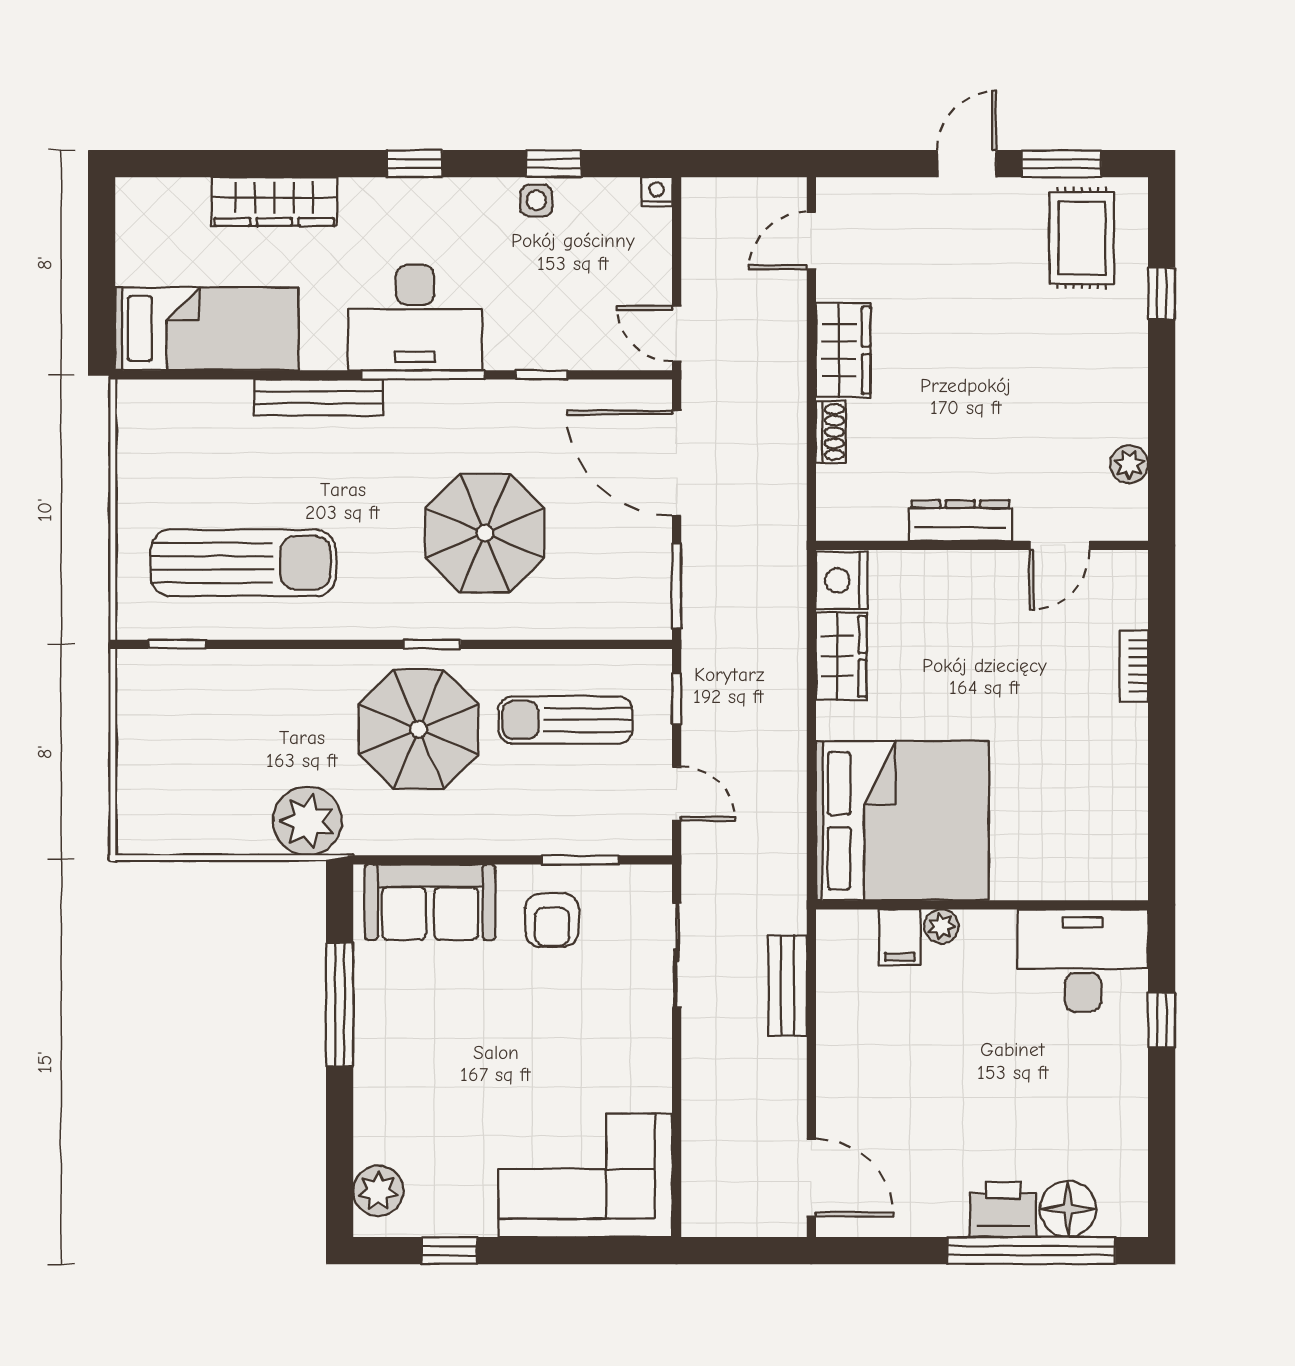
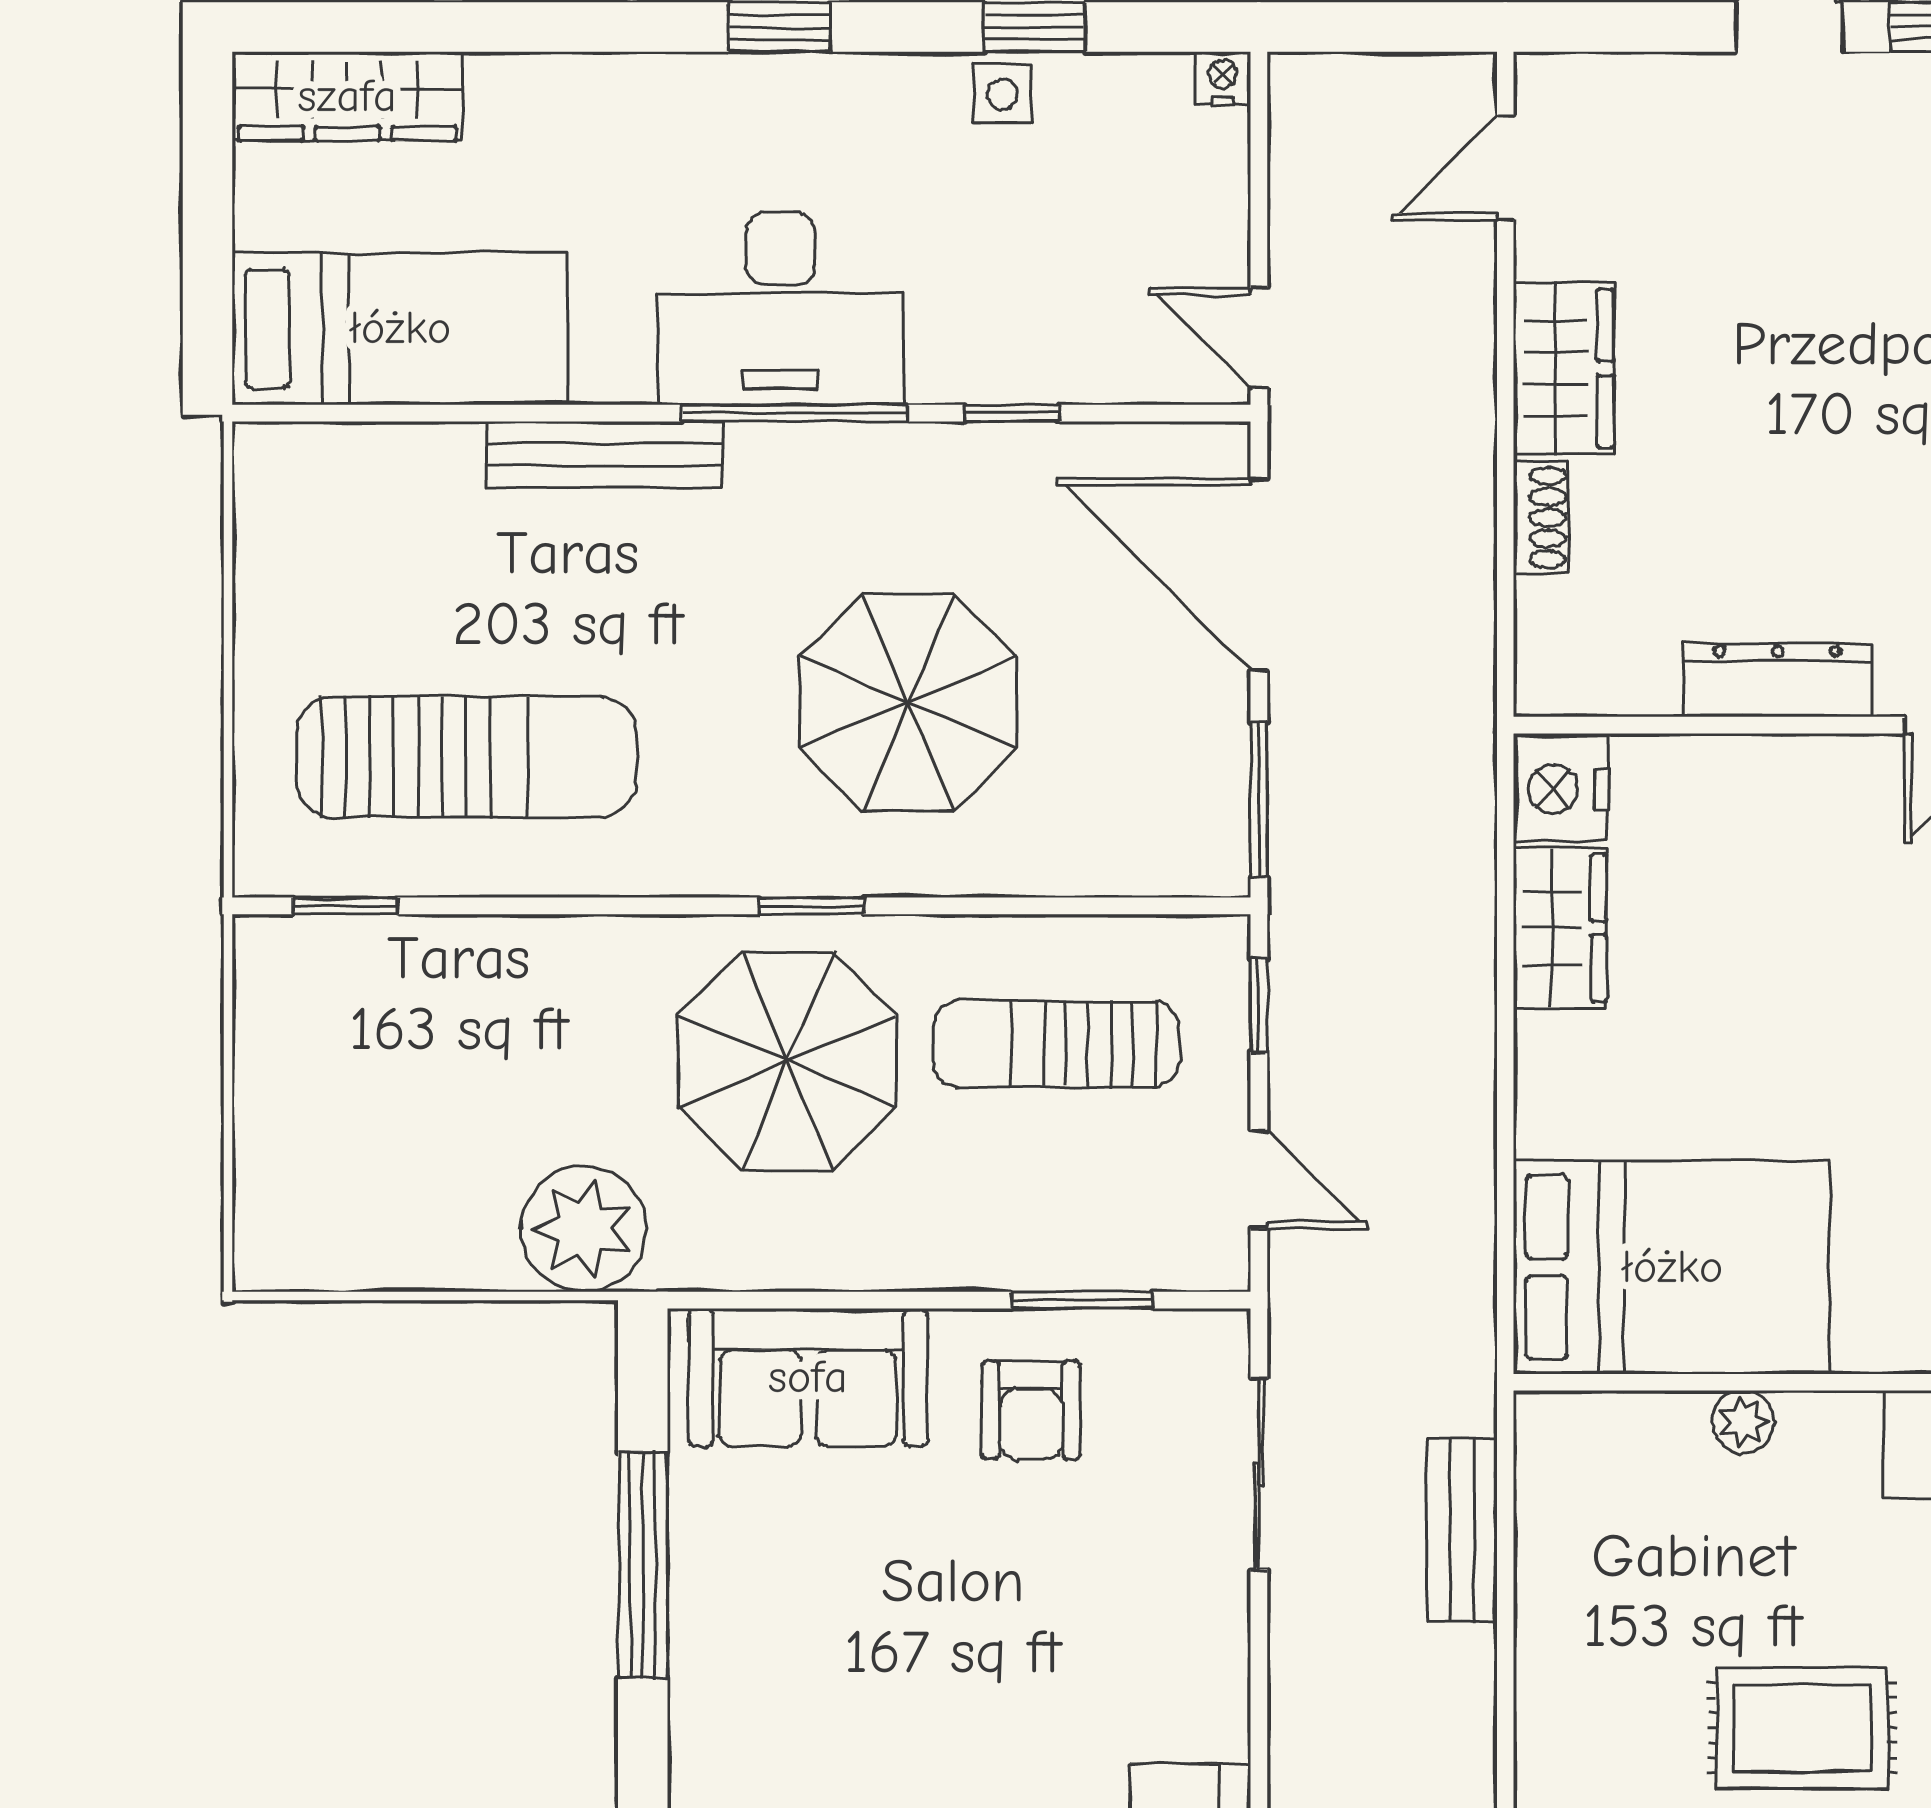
wardrobe: (274, 202) -> (347, 96), moved
bed: (902, 821) -> (1672, 1267), width x0.73
filing cabinet: (900, 937) -> (1667, 1442), removed
rug: (974, 1094) -> (1802, 1728), added

